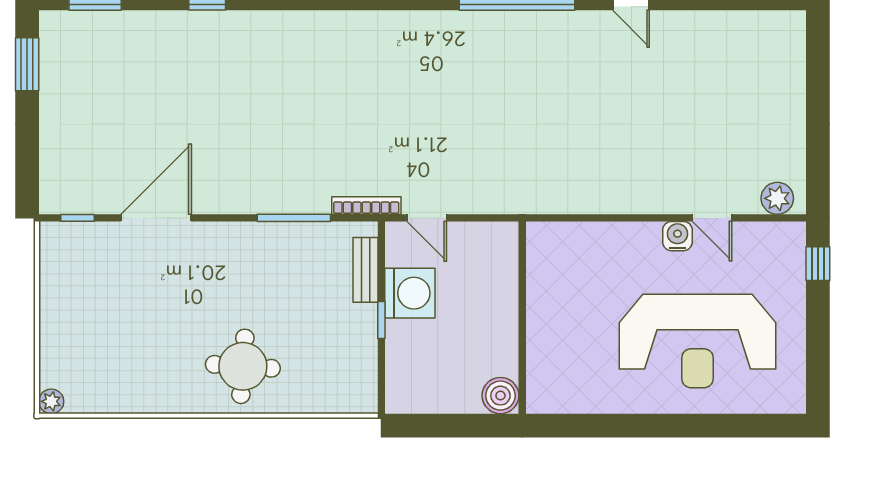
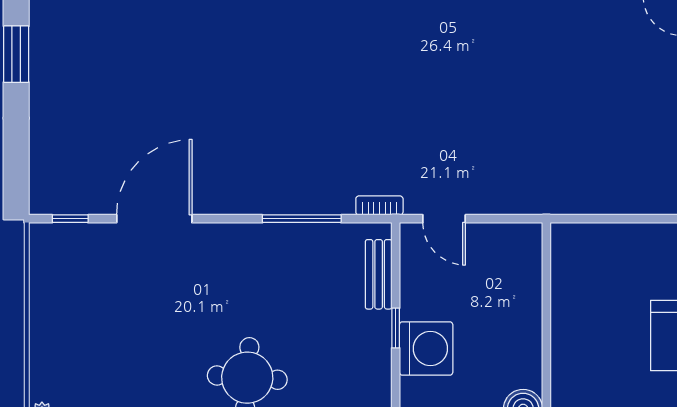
bookcase: (366, 206) -> (379, 205), width x0.64
washing machine: (410, 293) -> (426, 349), moved

